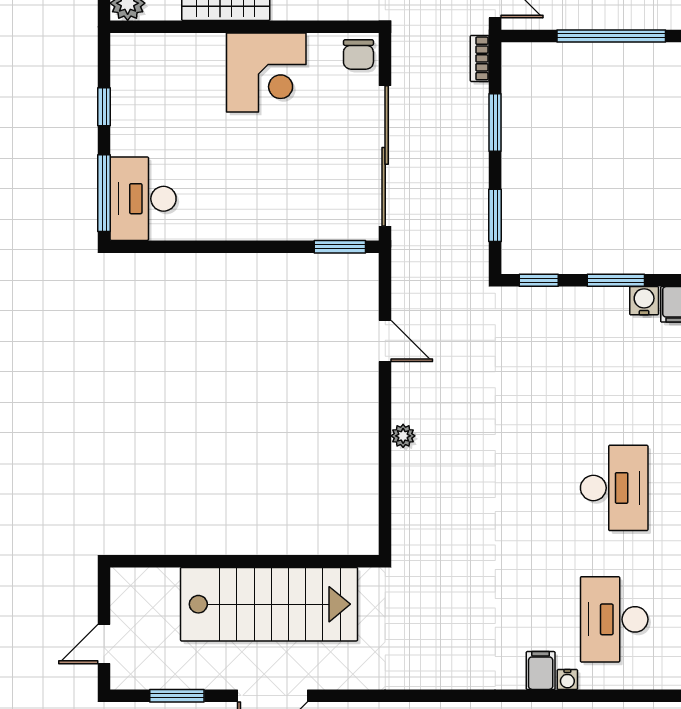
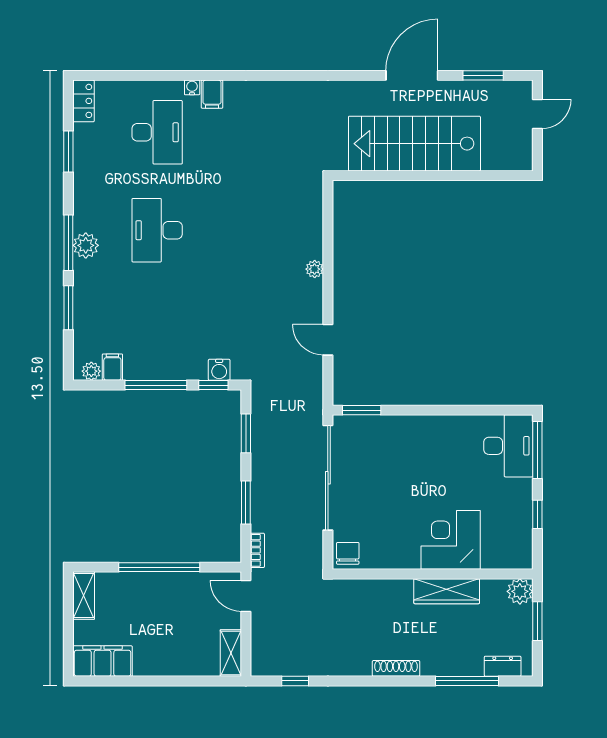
corner desk: (266, 72) -> (451, 540), moved
window: (616, 280) -> (156, 385), width x1.44
water cooler: (644, 301) -> (219, 370), moved

